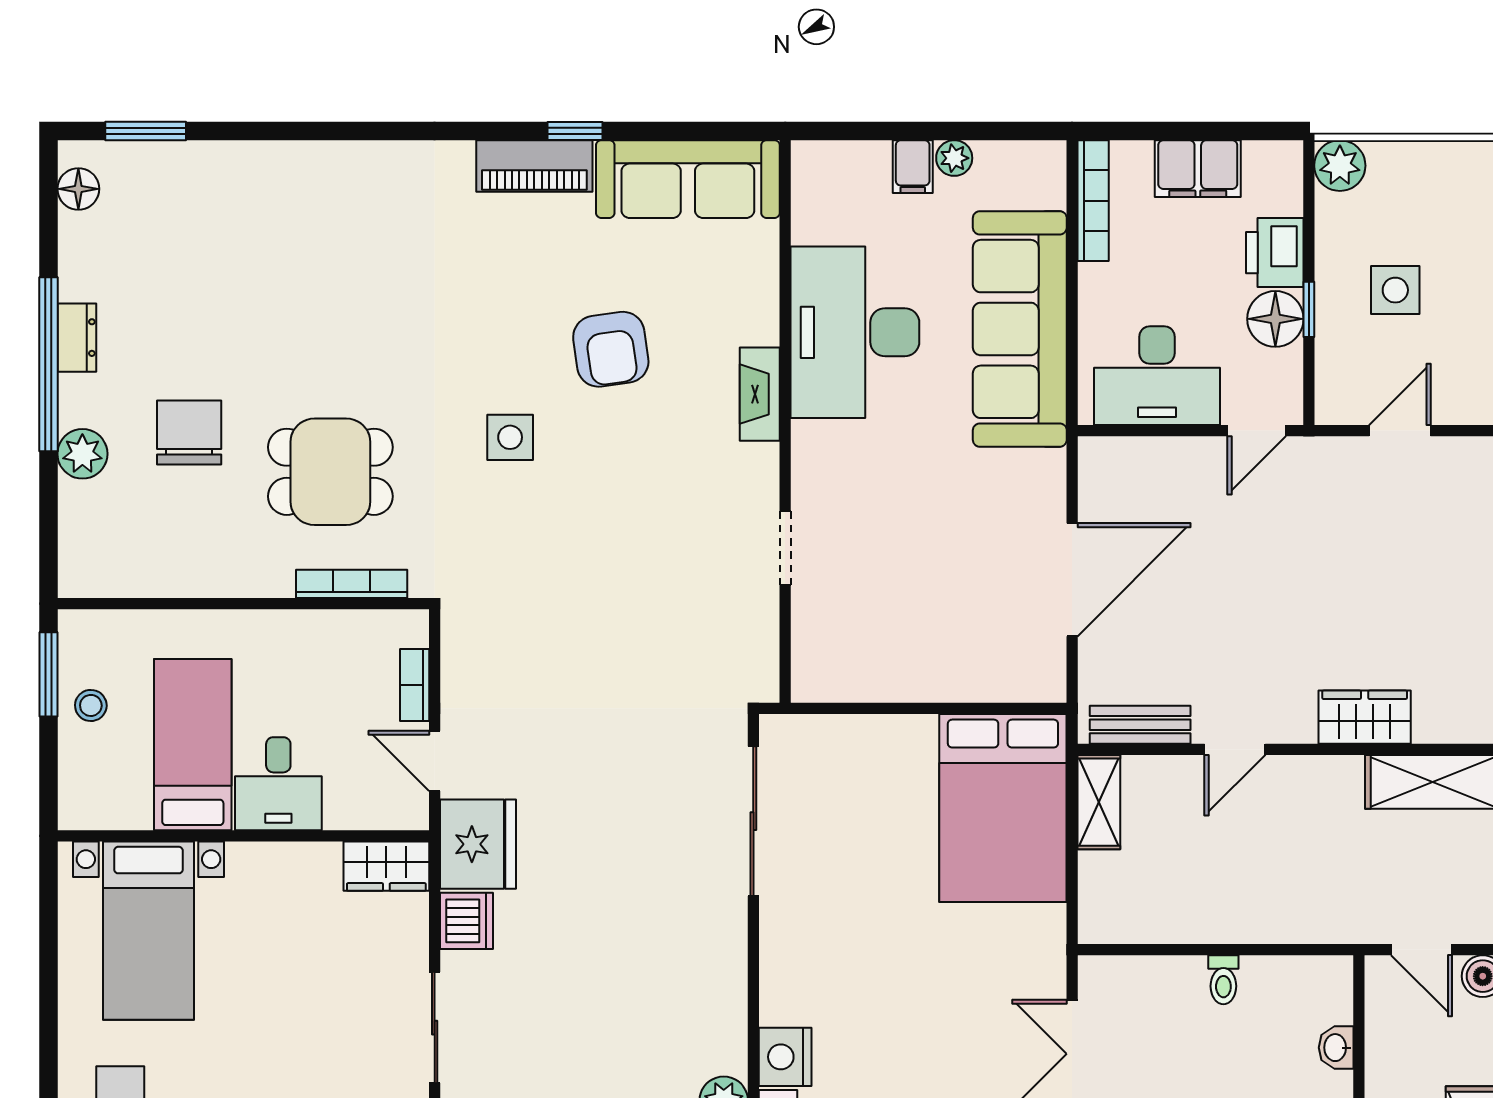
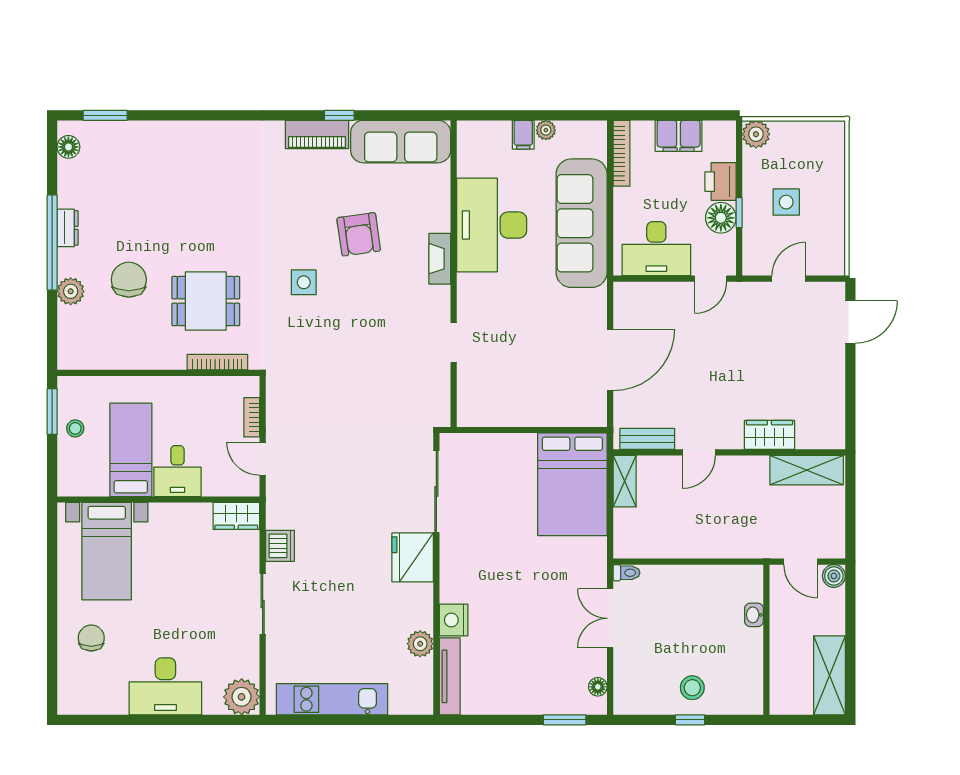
fridge: (478, 844) -> (413, 557), moved, turned 180
toilet: (1223, 980) -> (626, 573), moved, turned -90

